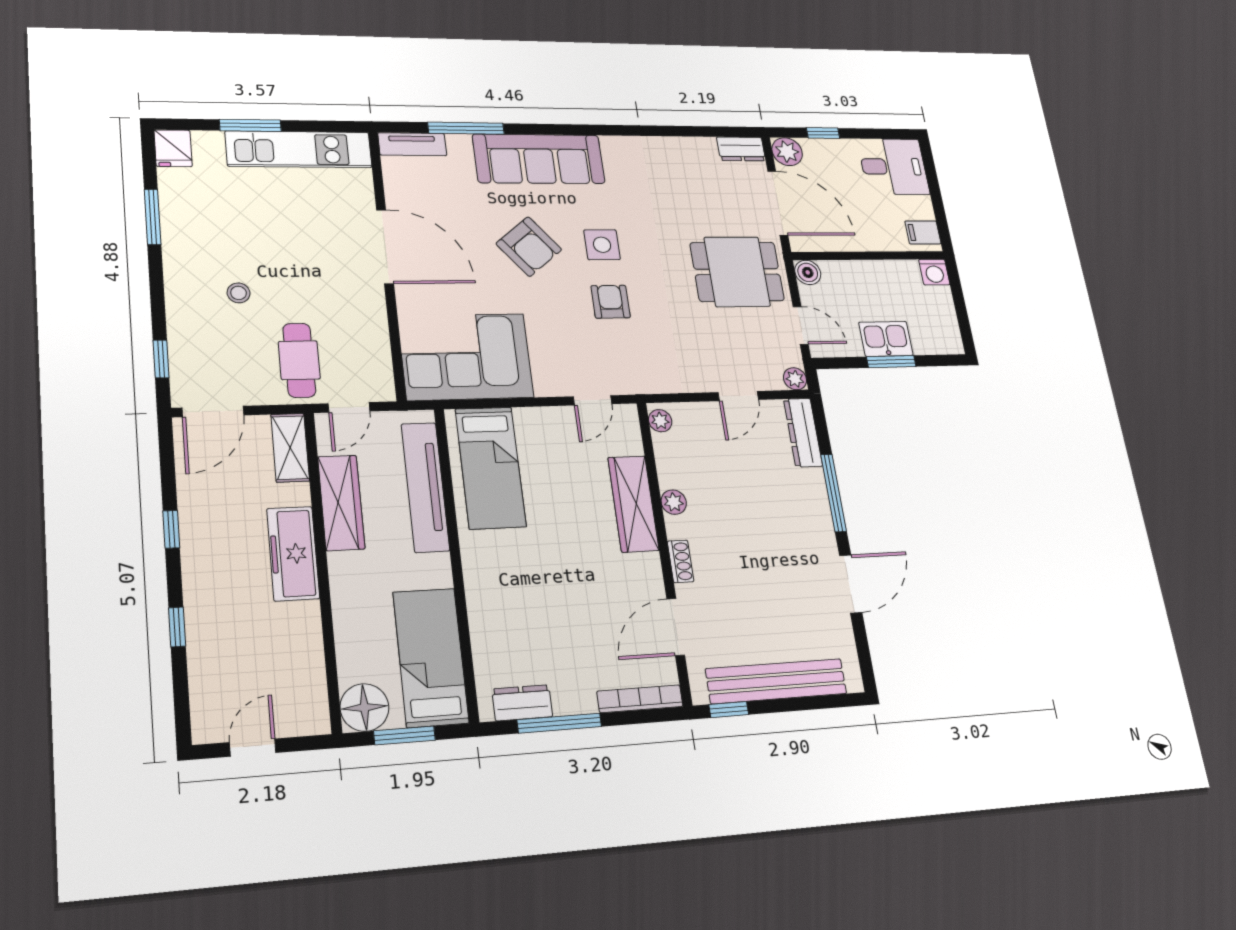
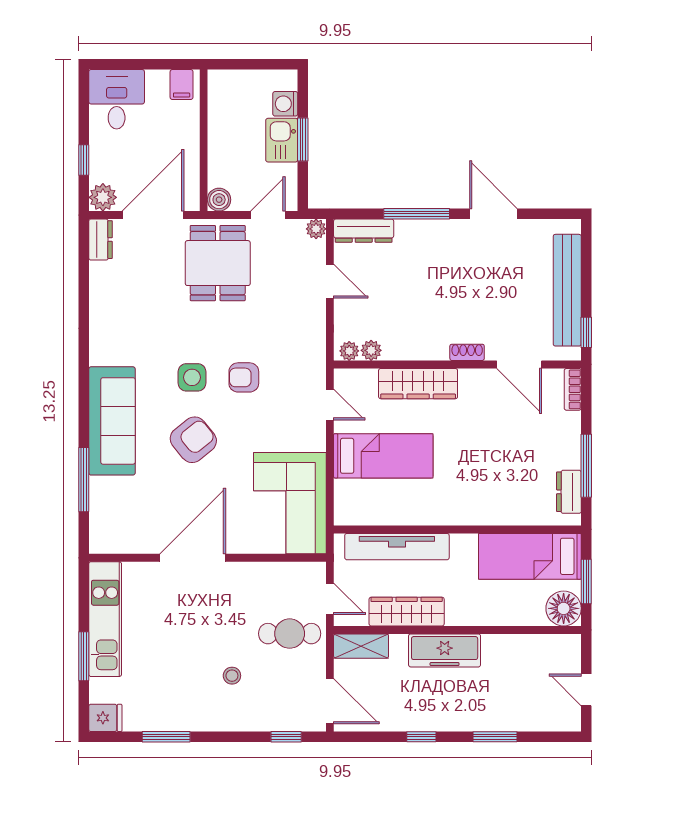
tv unit: (412, 144) -> (99, 526), removed
washing machine: (934, 272) -> (285, 104), moved, turned 180
bed: (490, 467) -> (383, 456), moved
plant: (674, 502) -> (371, 350), moved
window: (177, 627) -> (495, 737), width x1.50
bookcase: (640, 699) -> (573, 389), width x0.64

